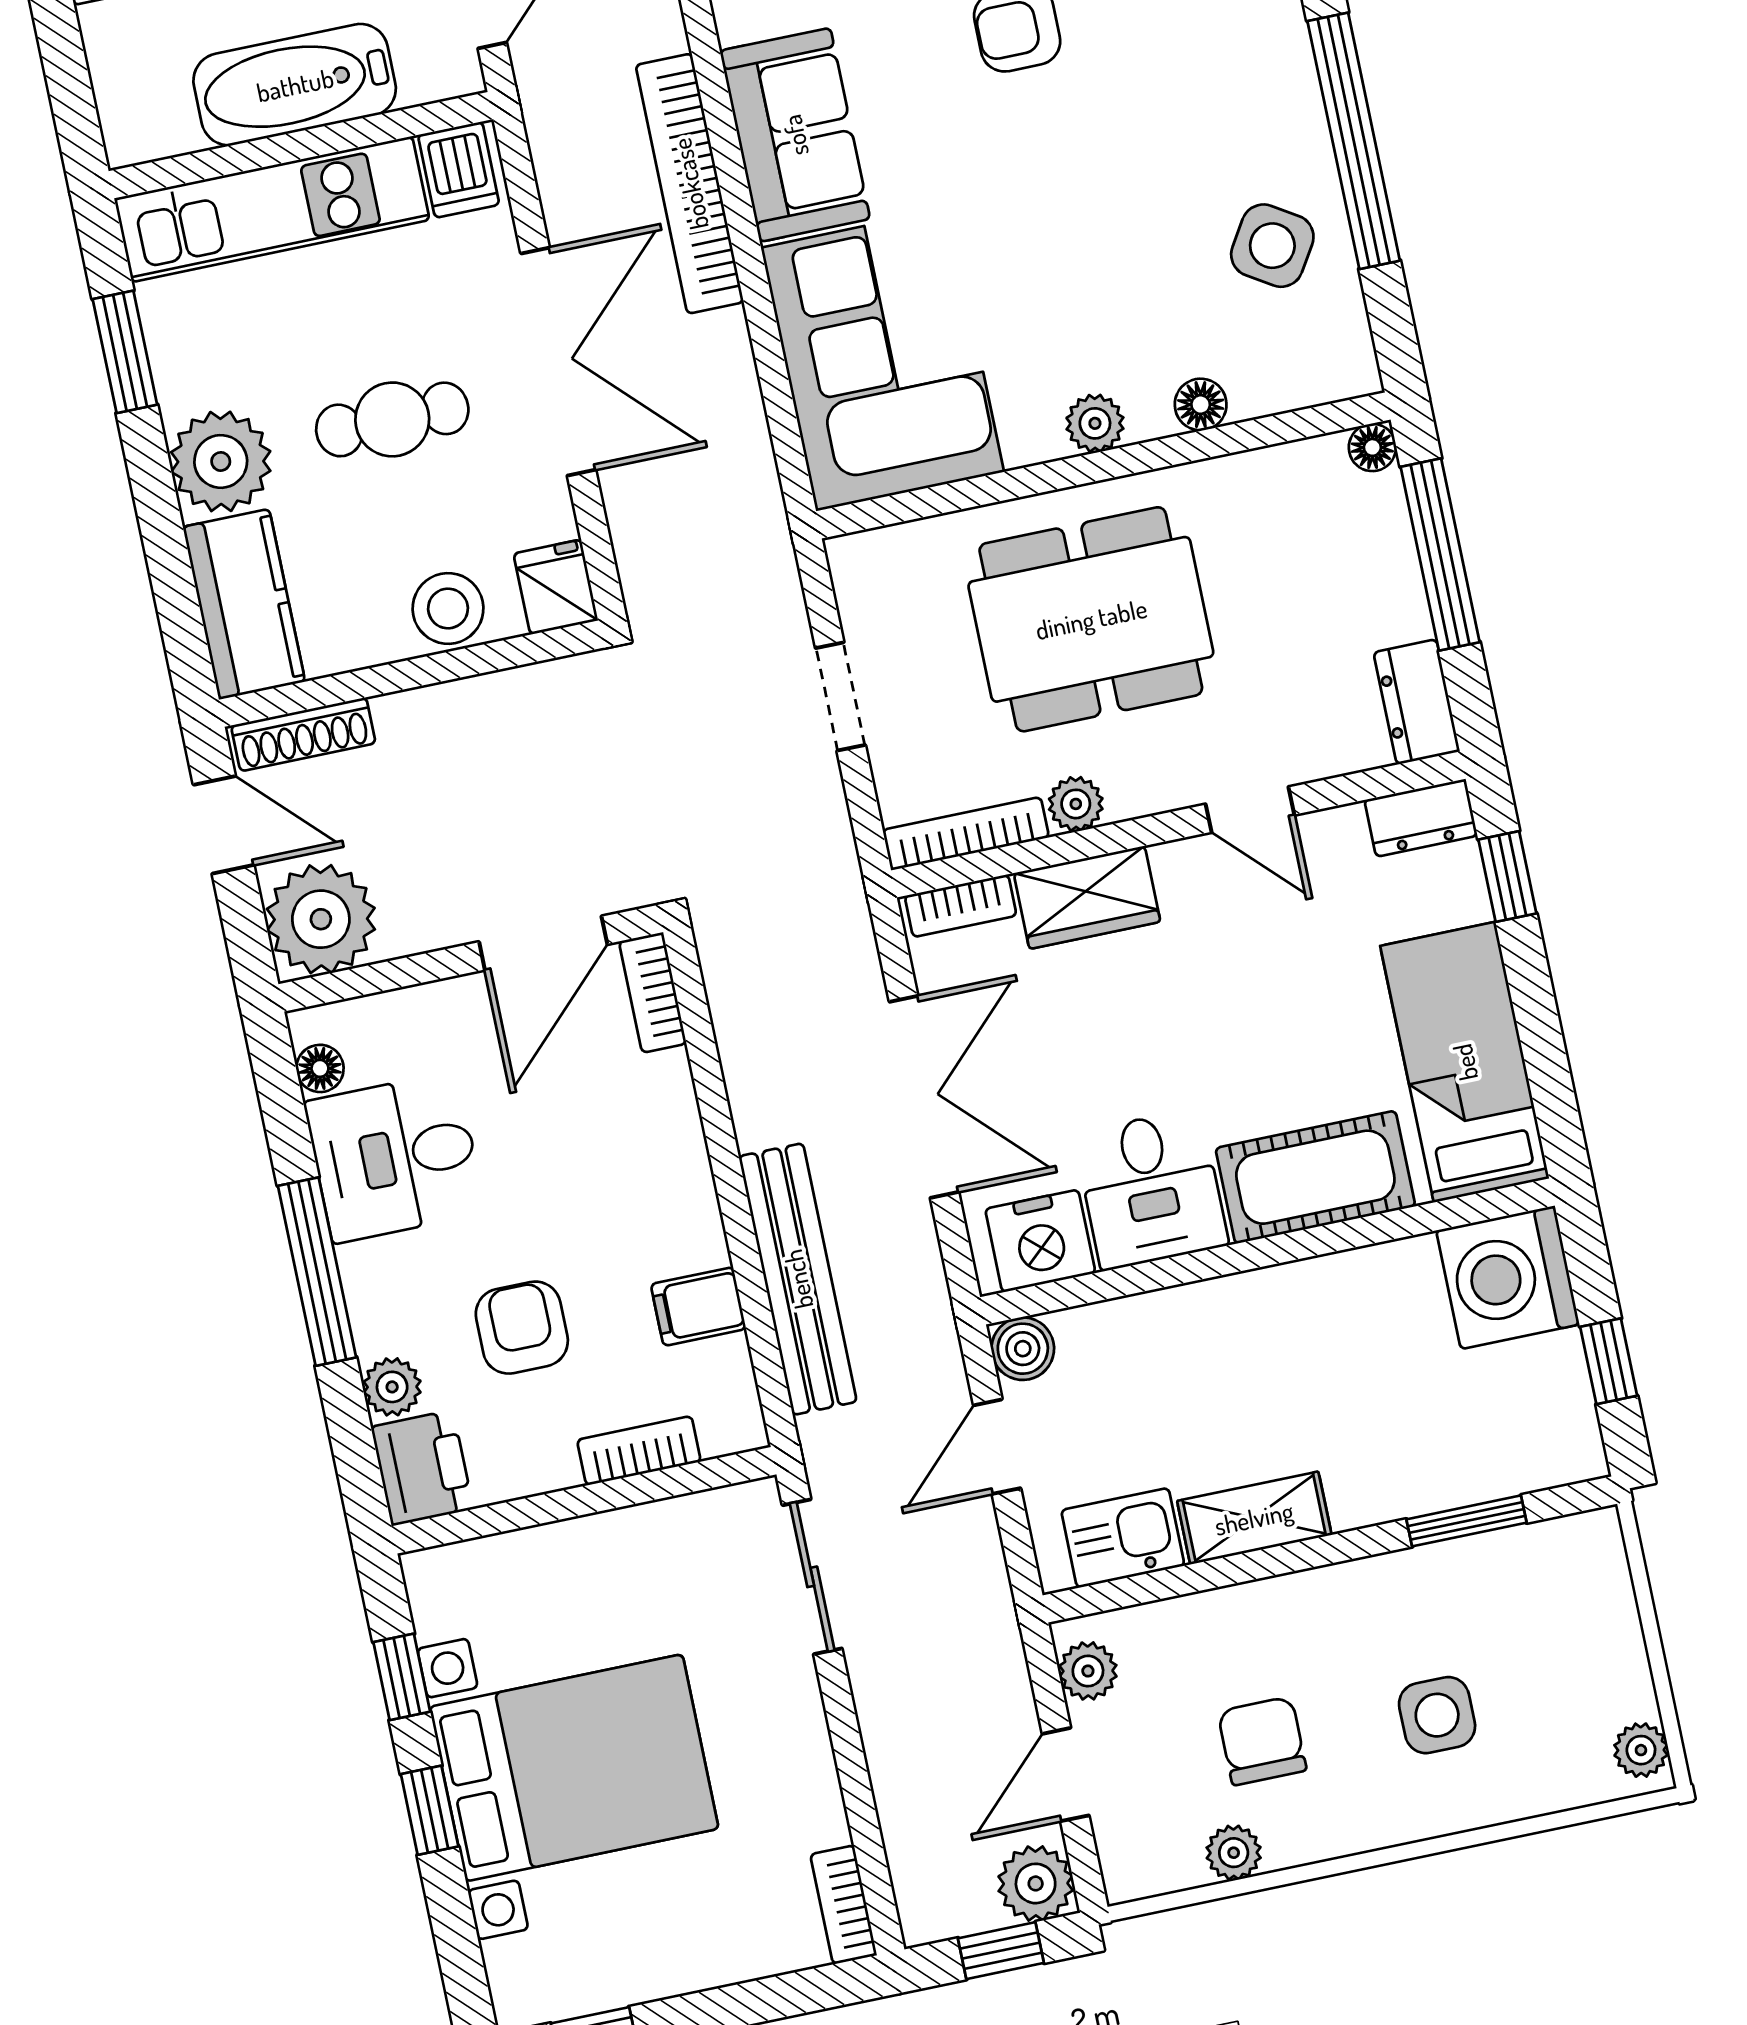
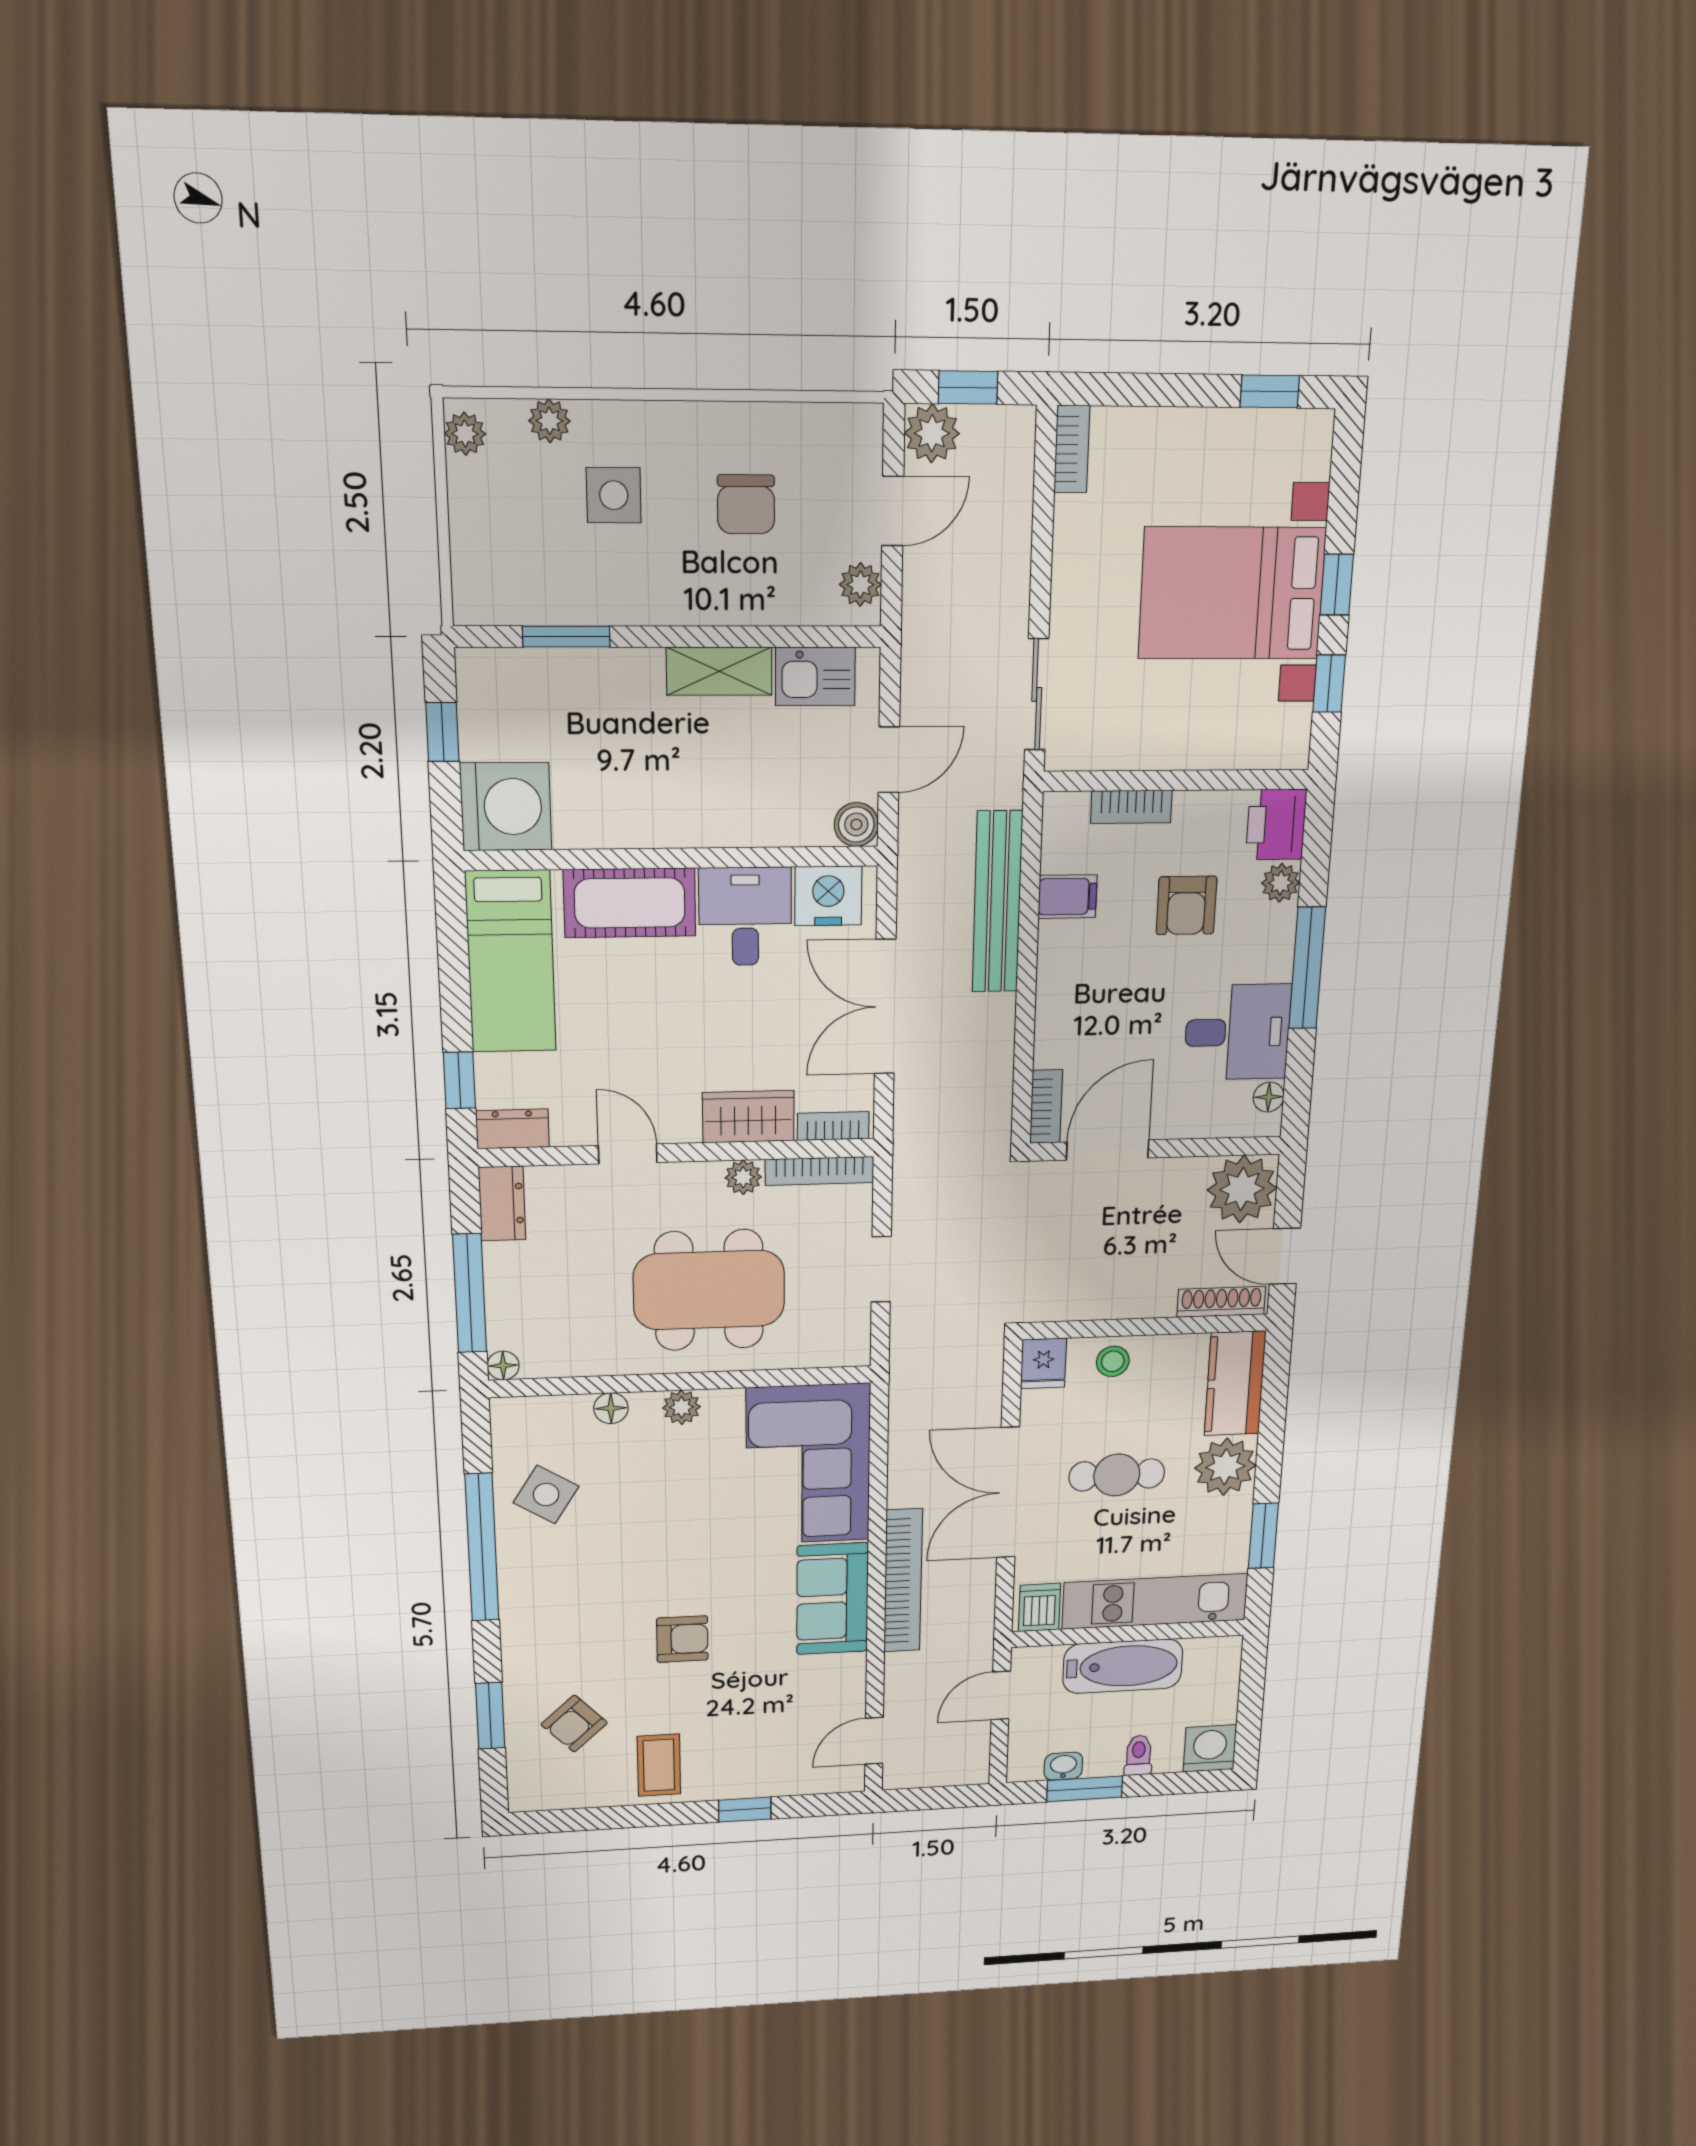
stool: (448, 608) -> (1113, 1361), width x0.73, depth x0.73
plant: (1234, 1853) -> (549, 421), moved

